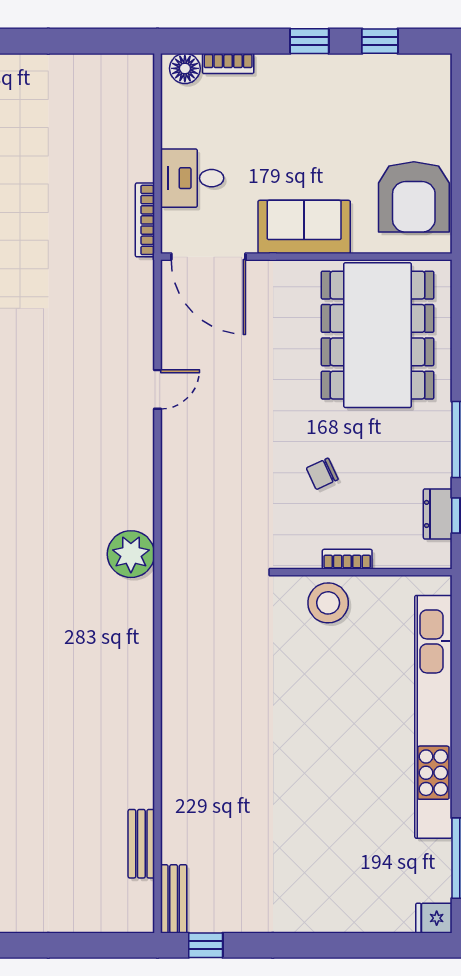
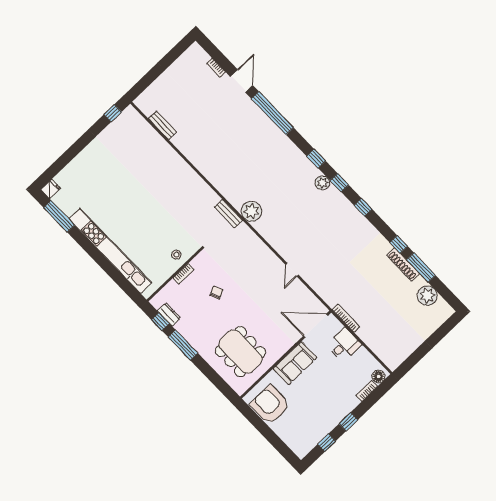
dining table: (377, 335) -> (240, 352), width x0.73, depth x0.80
stool: (328, 603) -> (176, 255), width x0.53, depth x0.53
bench: (174, 899) -> (228, 214), moved

